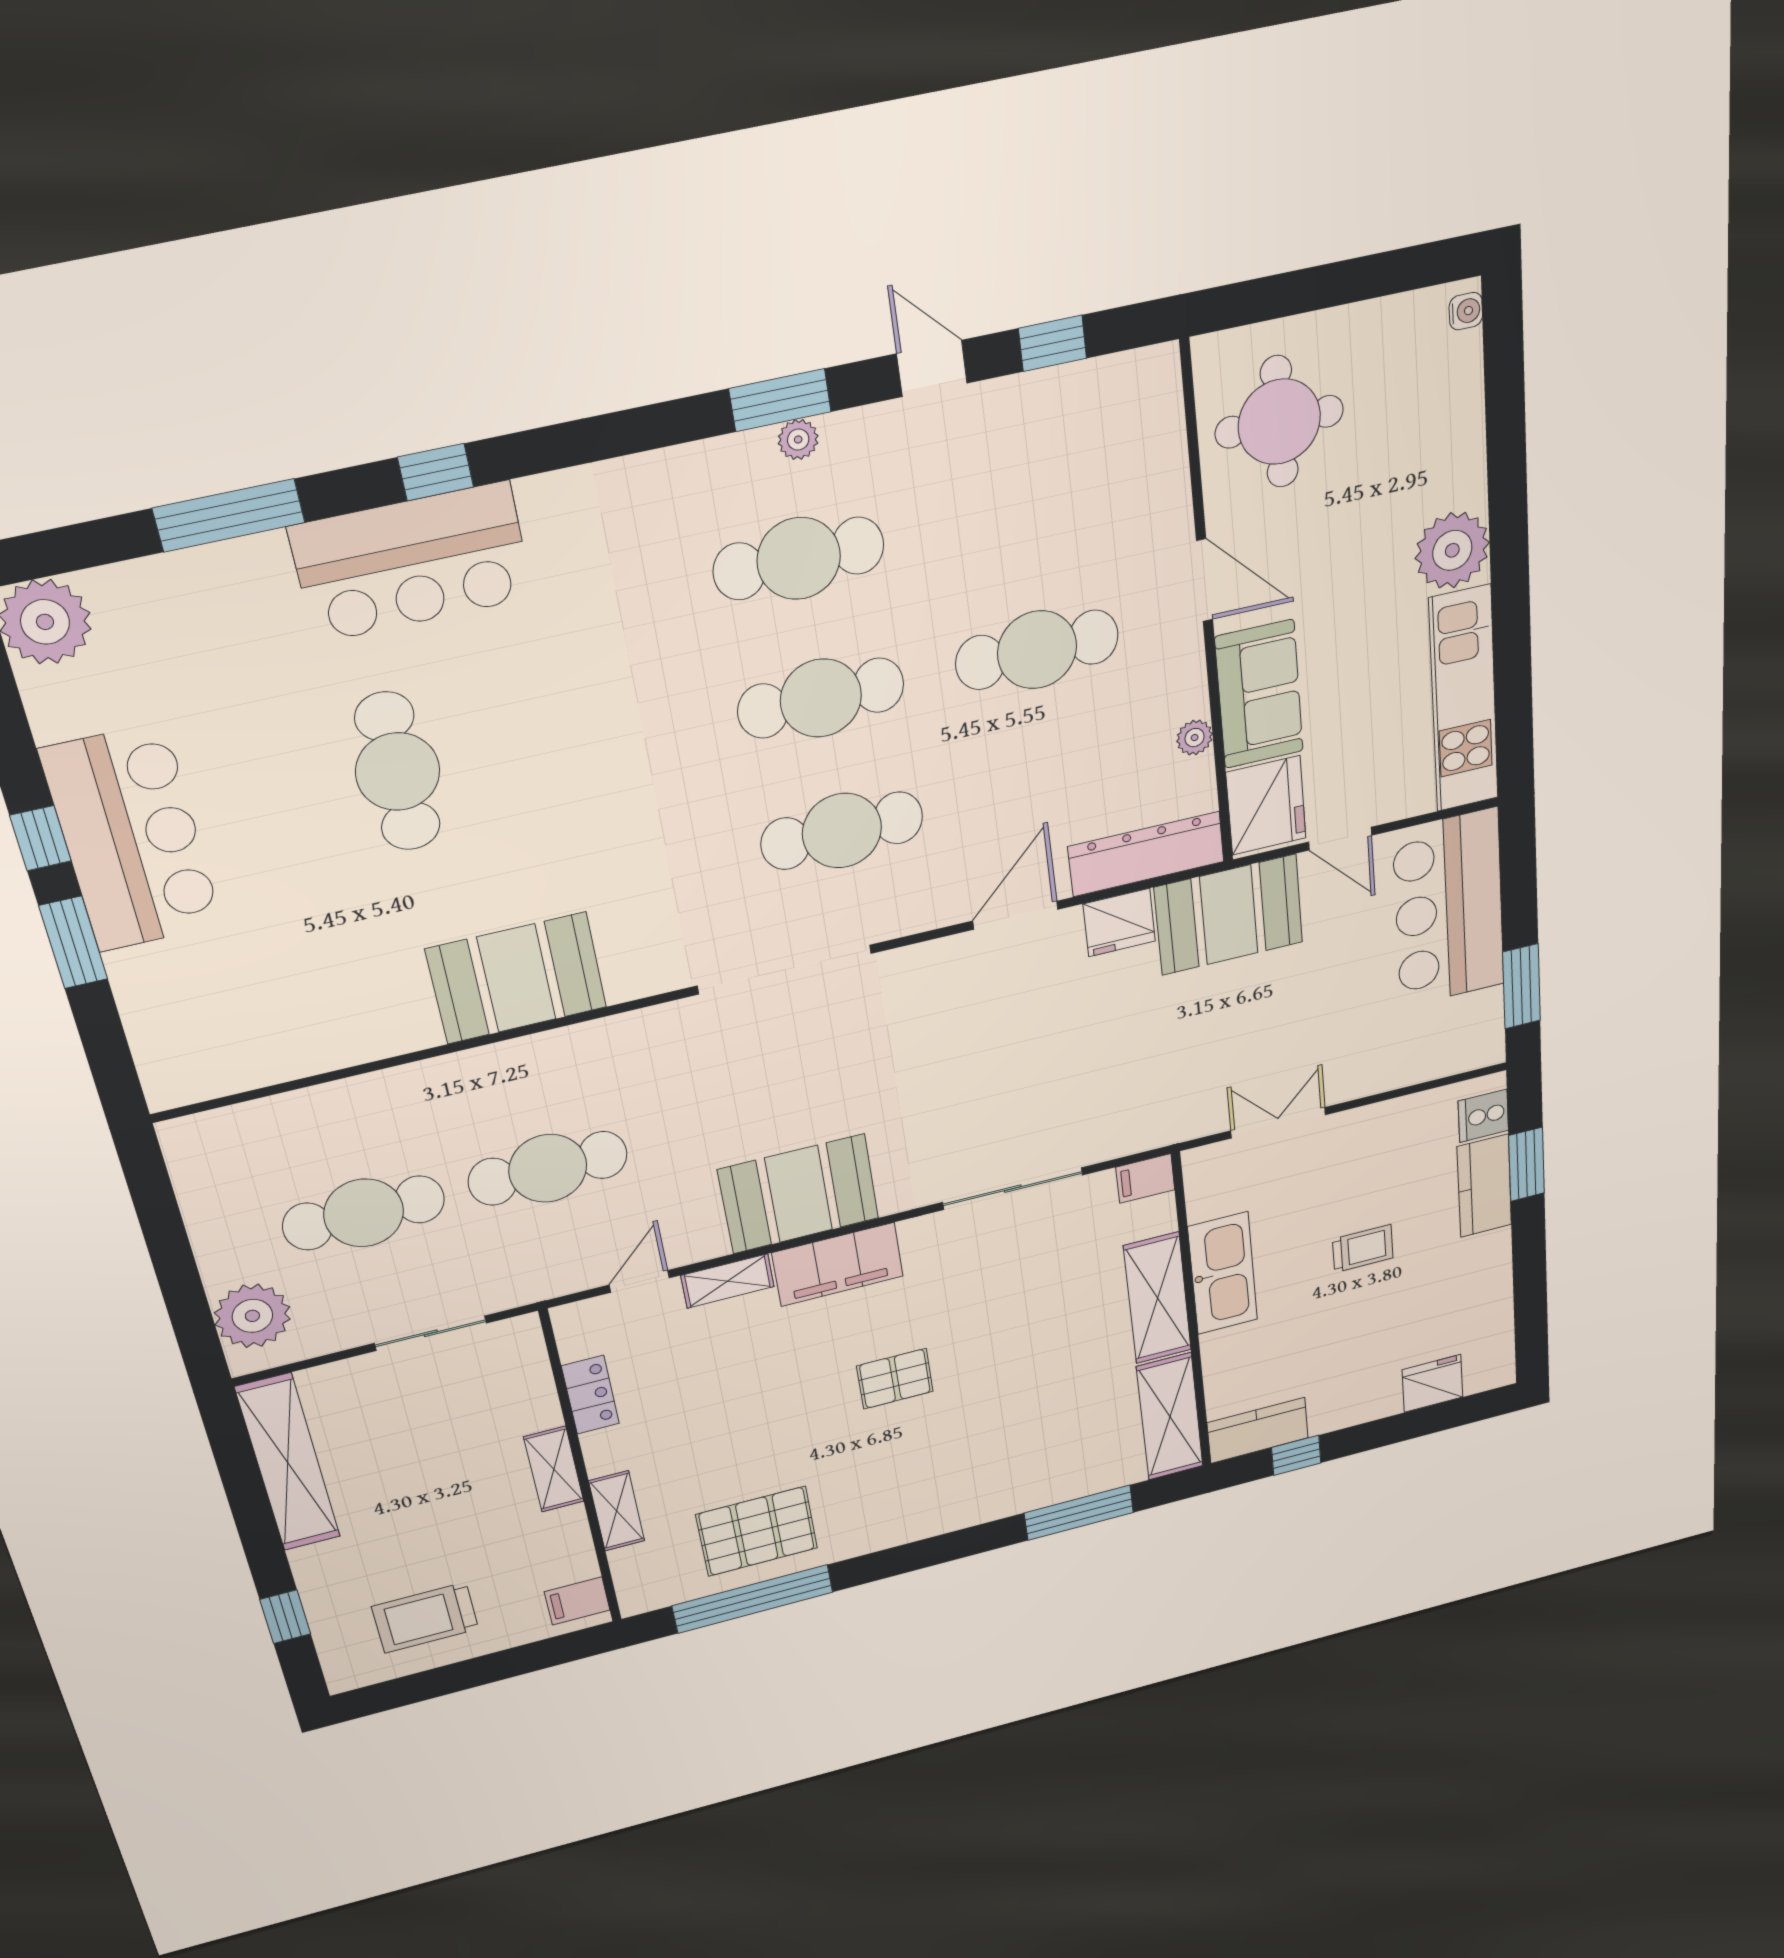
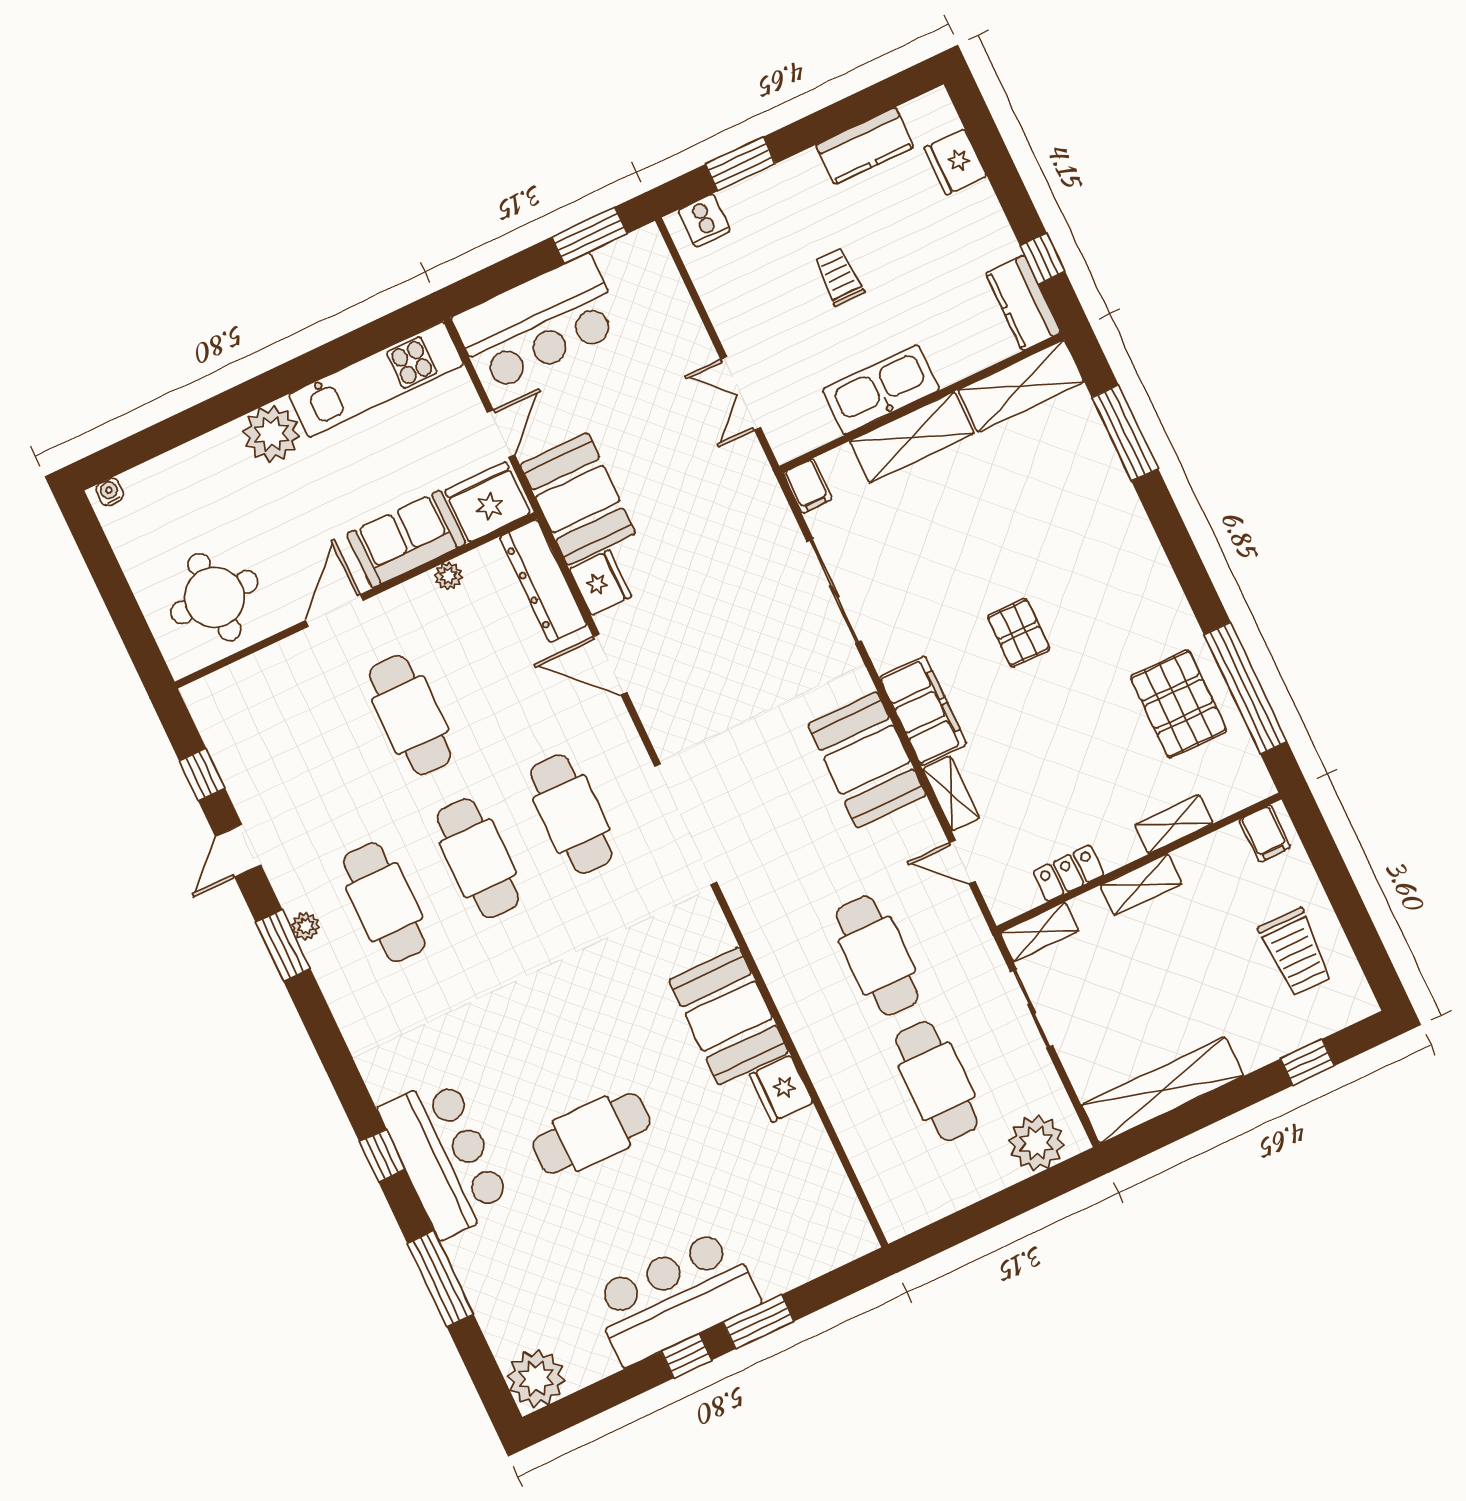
fridge: (400, 1026) -> (781, 1089), added
kitchen counter: (1484, 1186) -> (865, 146), moved
shelving: (526, 1354) -> (1039, 932), added

